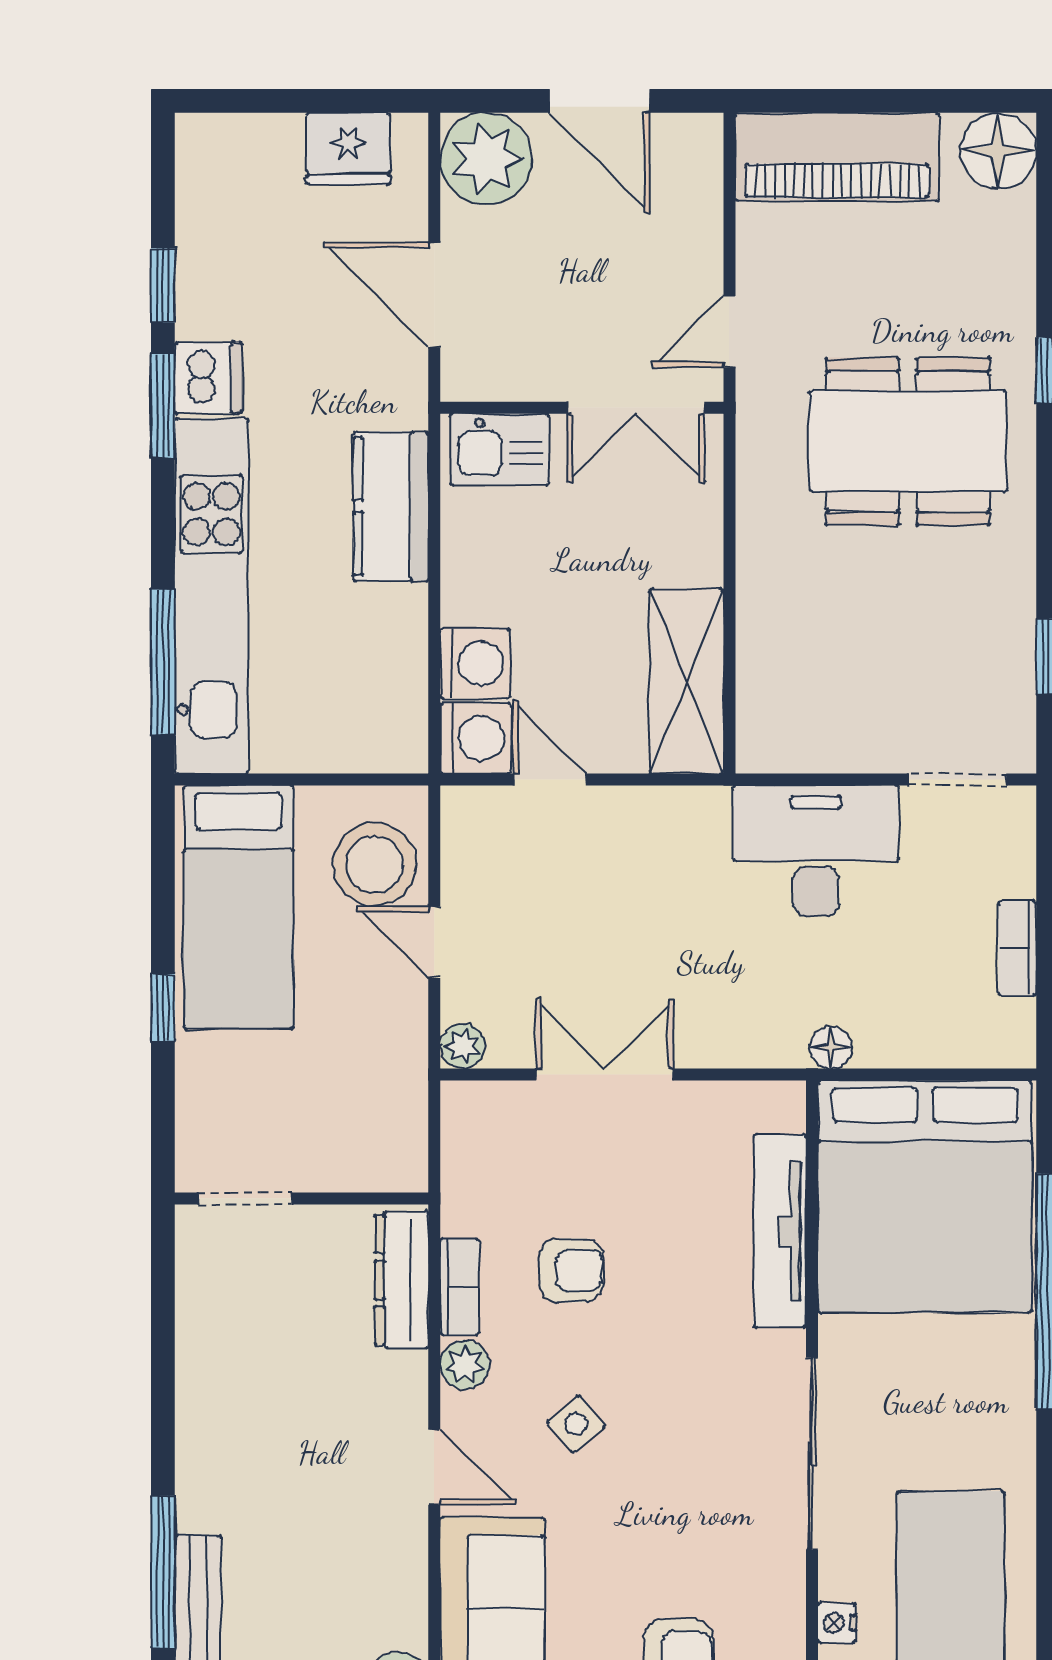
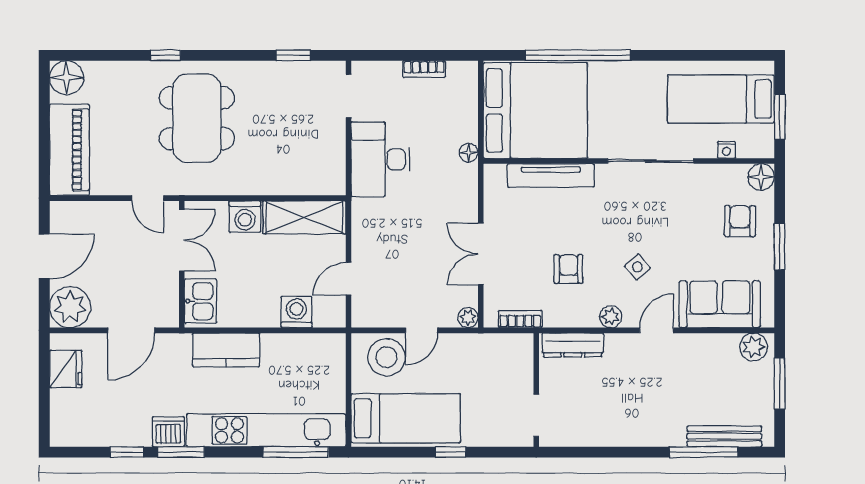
washing machine: (476, 738) -> (245, 217), moved, turned 180
bookcase: (460, 1287) -> (520, 319), moved

